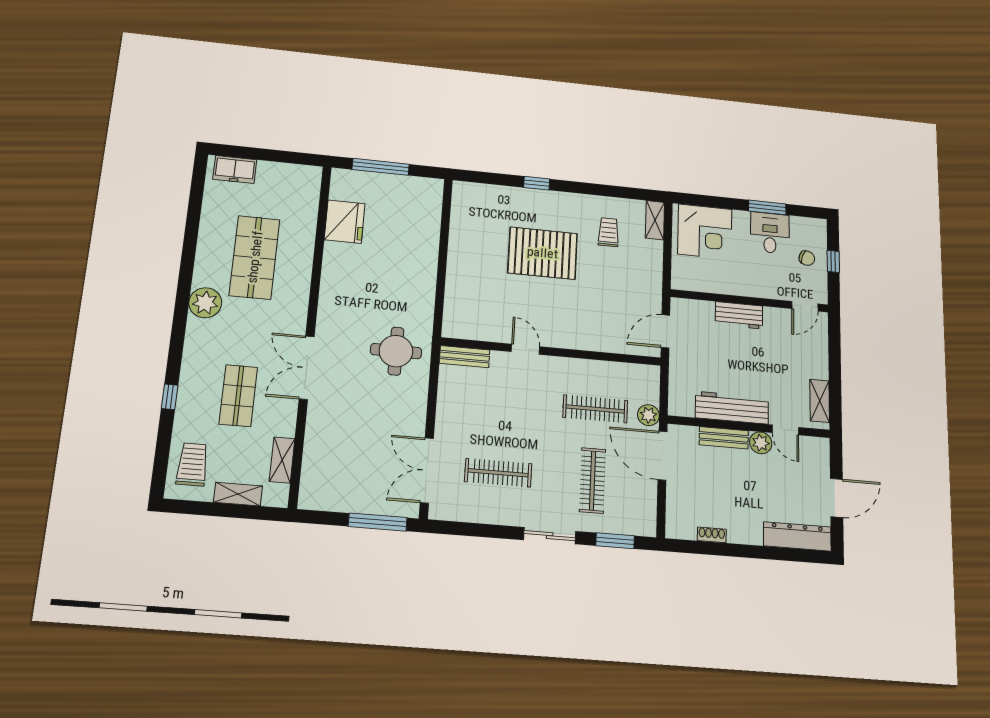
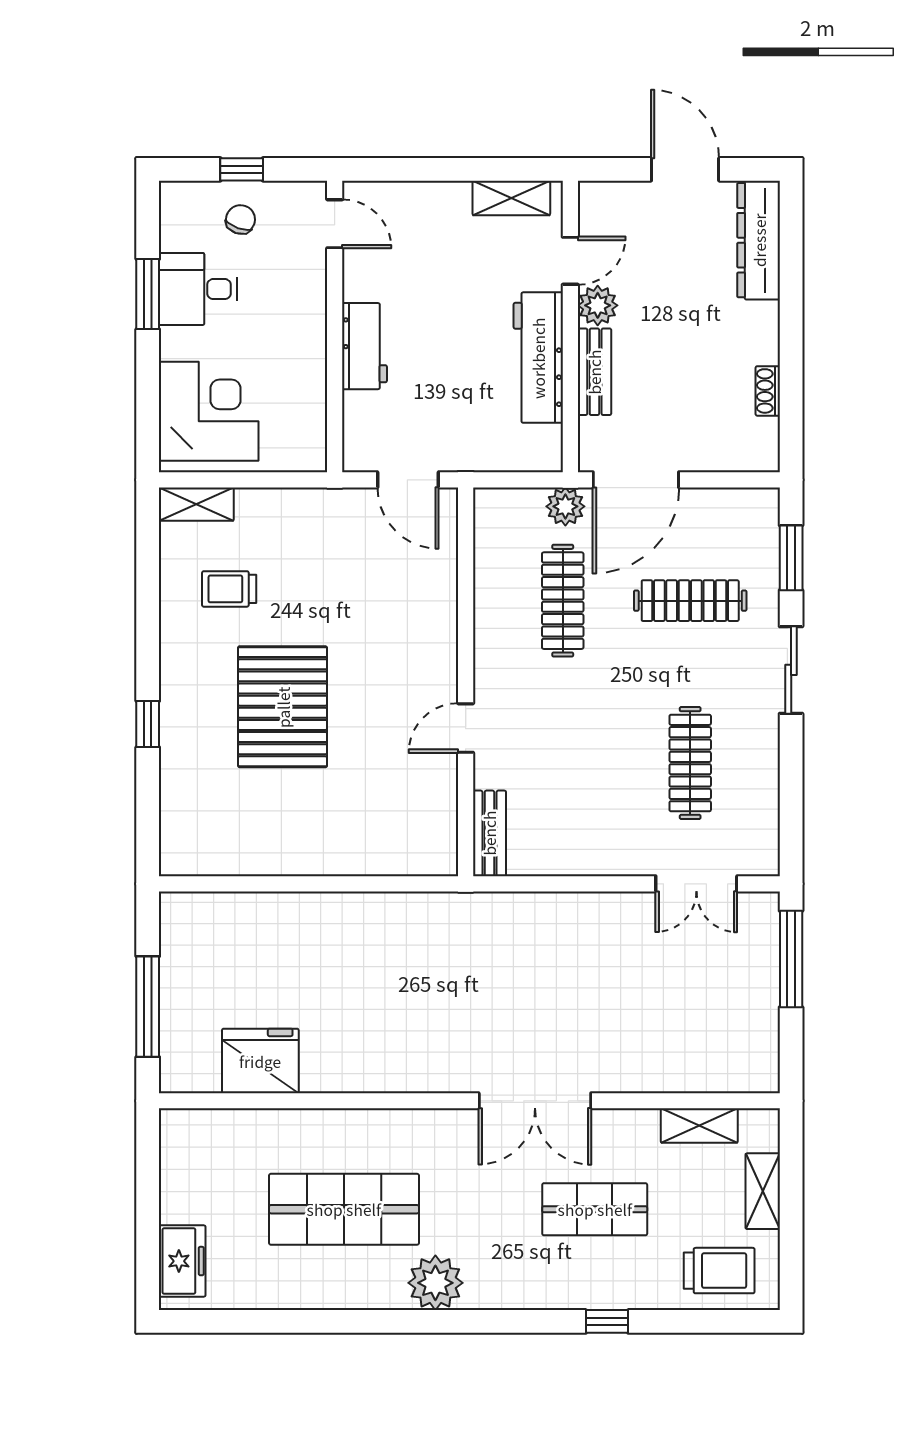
round table: (396, 351) -> (491, 952), removed
trolley: (192, 464) -> (719, 1271), turned 180
double door: (427, 470) -> (696, 884), width x0.73

